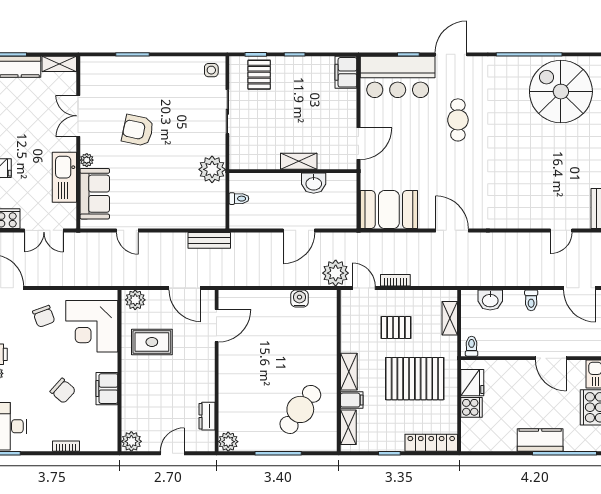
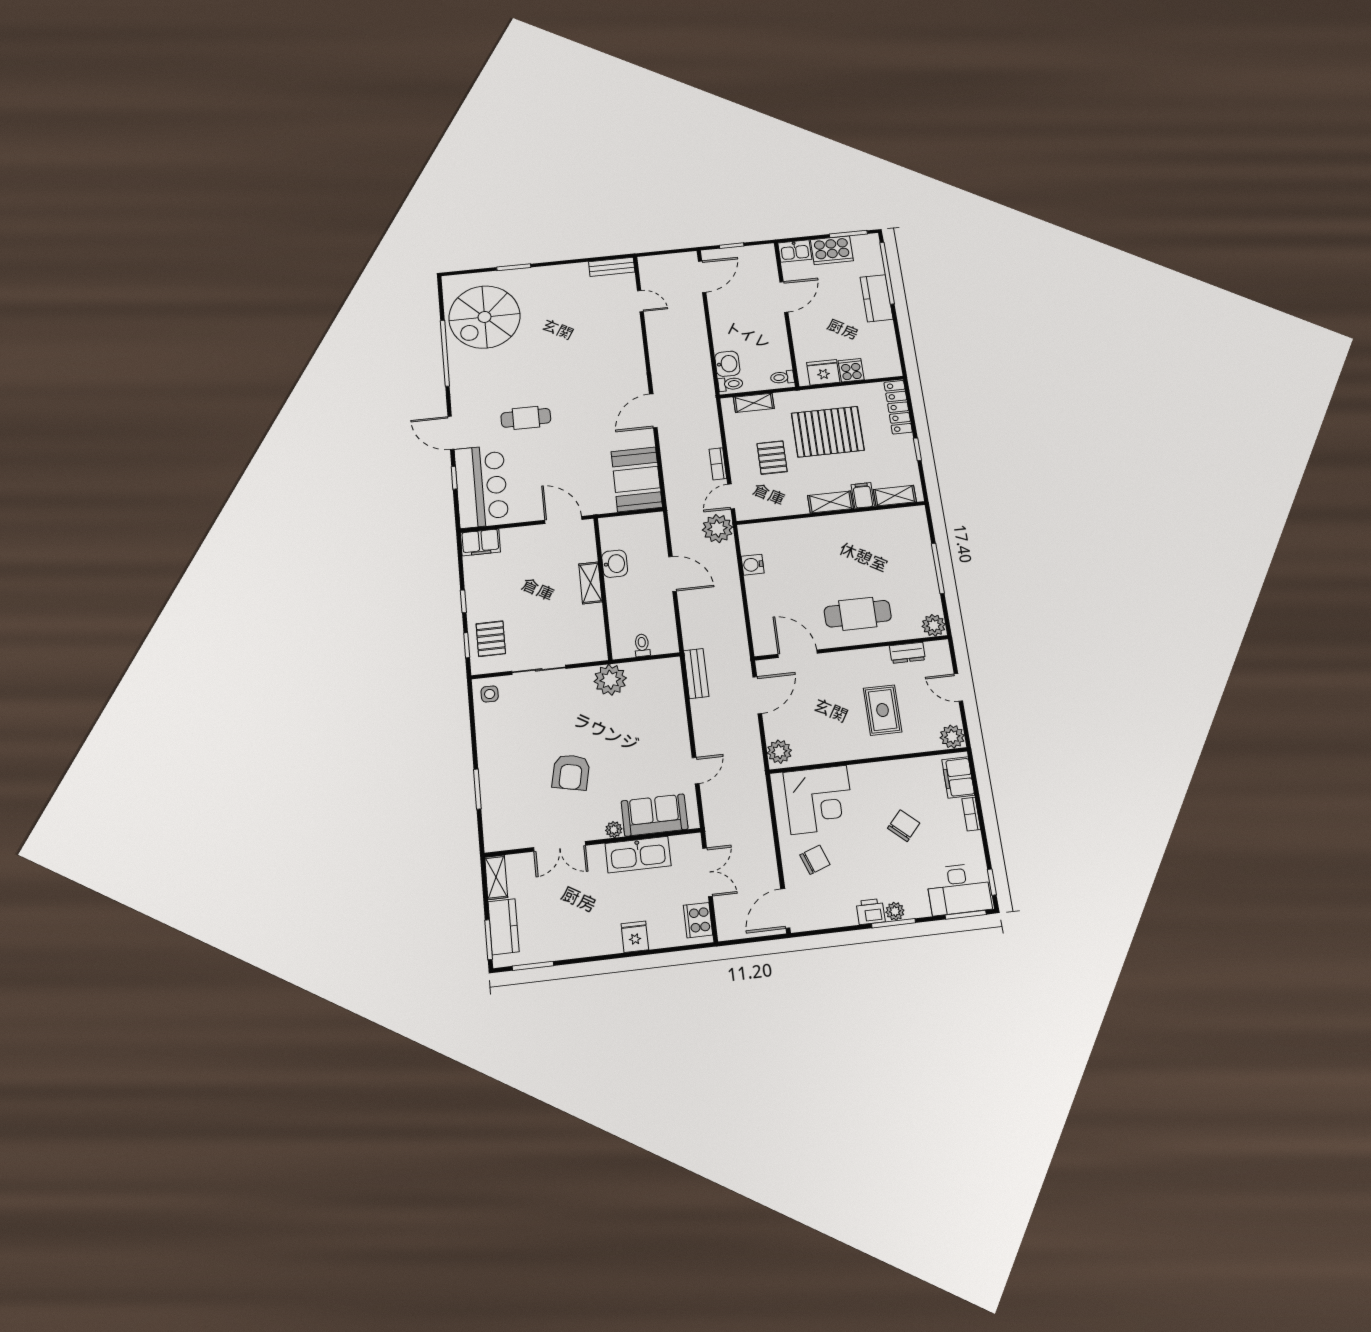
pallet: (259, 75) -> (491, 639), turned 90
toilet: (531, 300) -> (730, 384), moved
rug: (152, 342) -> (883, 710), moved
pallet: (415, 379) -> (828, 432), turned 90
filing cabinet: (107, 389) -> (958, 777), moved, turned 90
cafe table: (300, 409) -> (858, 614), moved, turned -36

